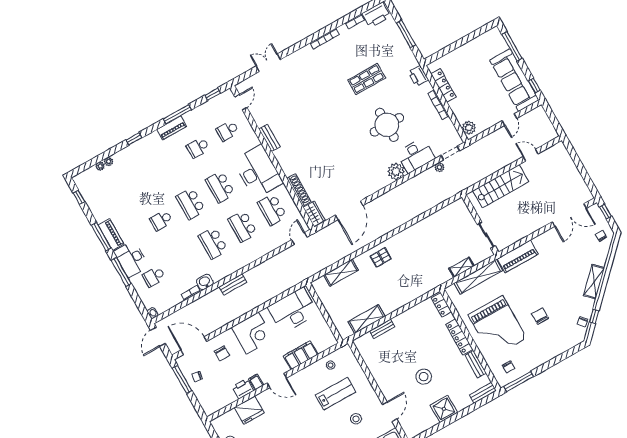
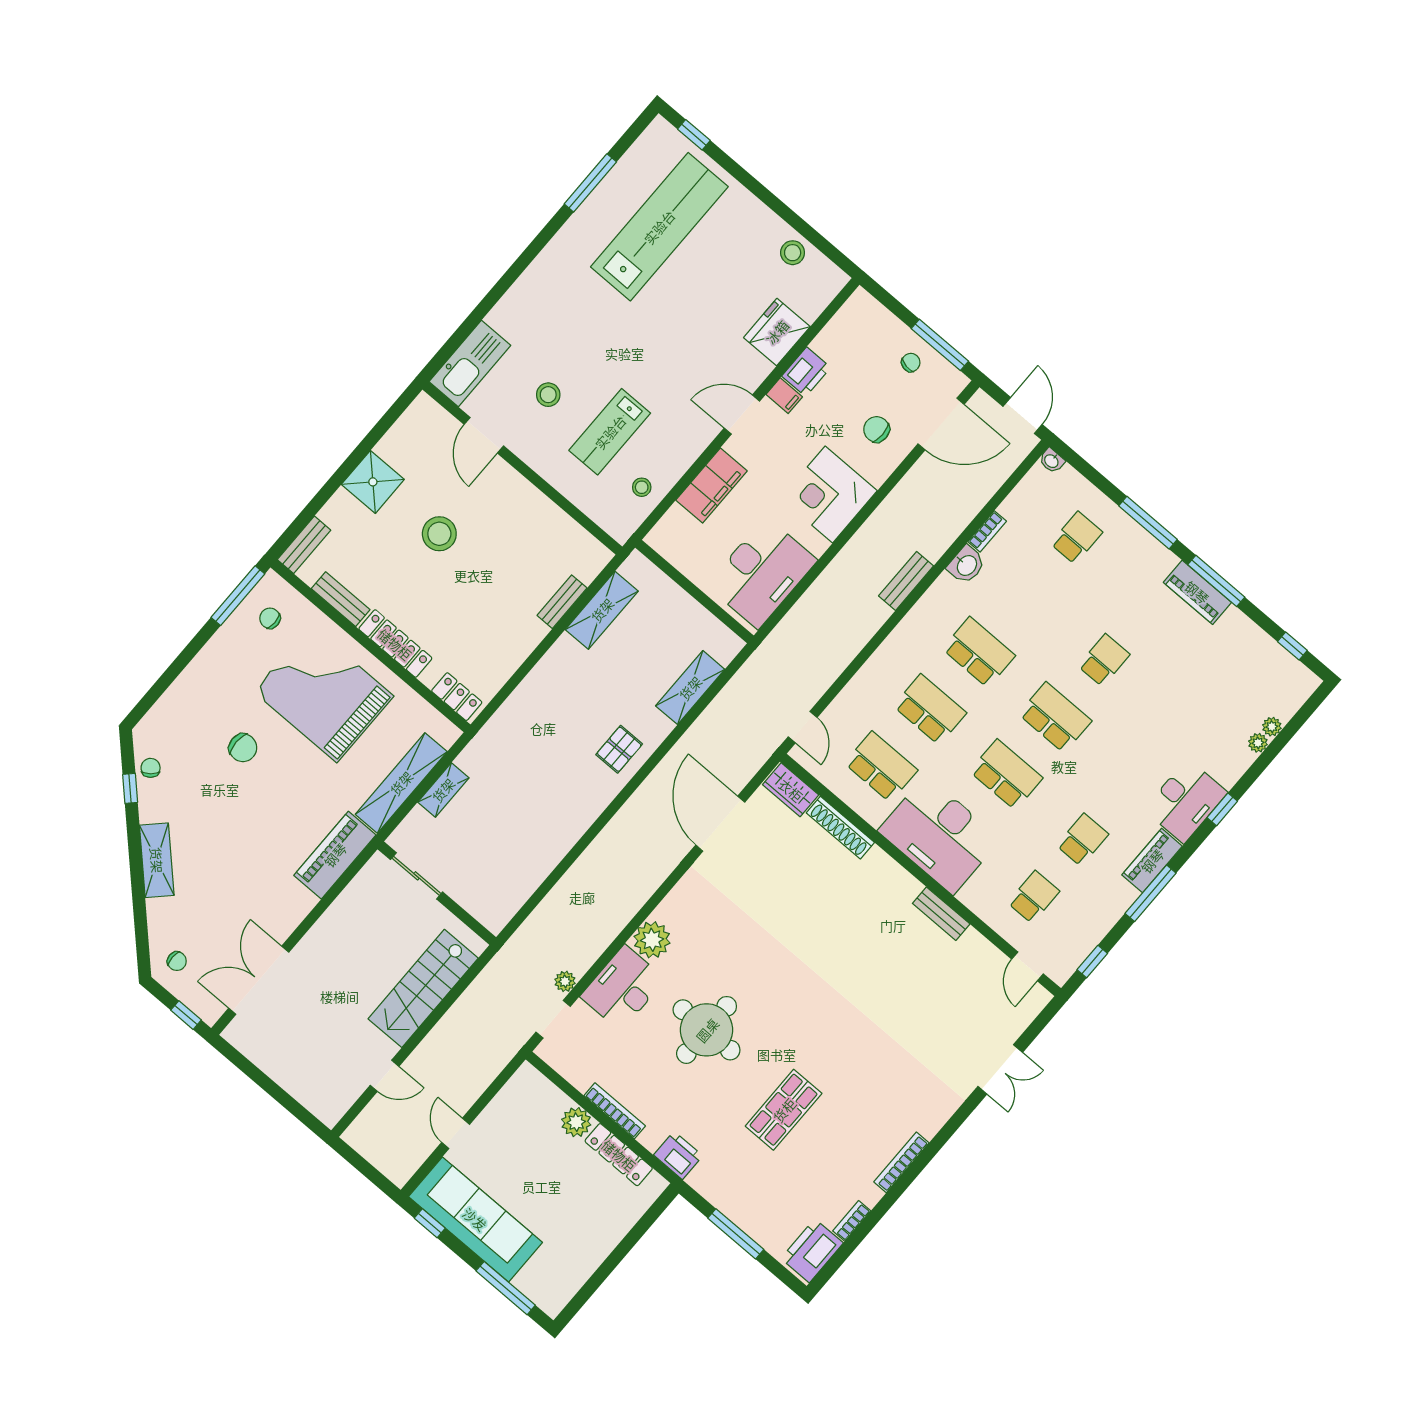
plant: (469, 128) -> (576, 1122), moved
desk: (131, 259) -> (1186, 801), moved, turned 90

